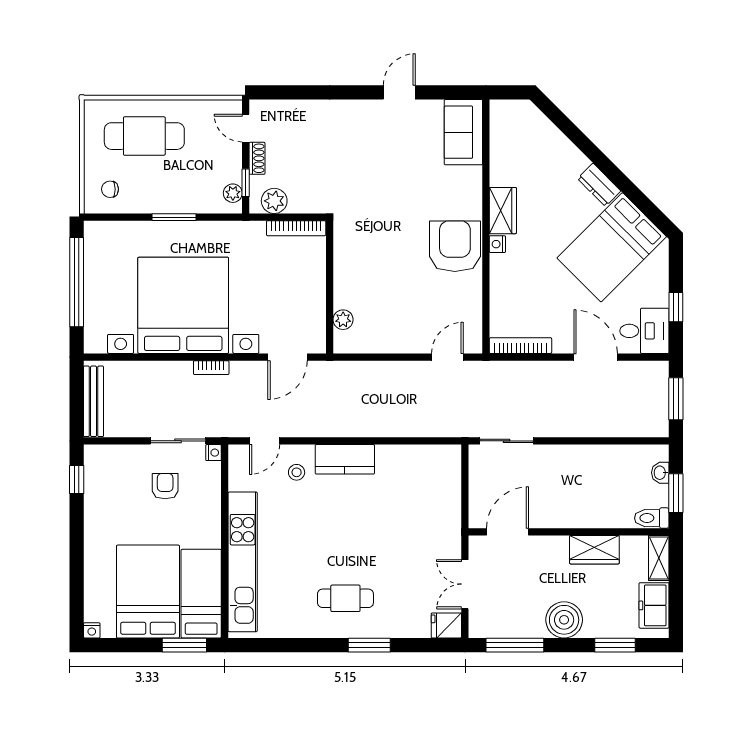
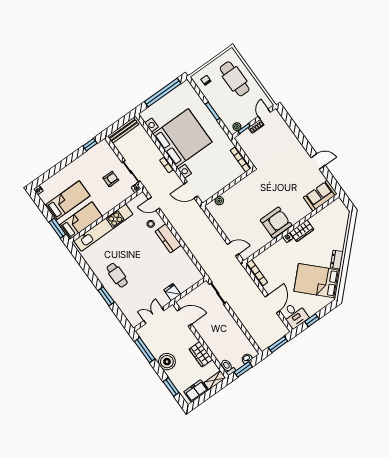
plant: (274, 201) -> (245, 144), removed
bed: (148, 592) -> (67, 201), width x0.67
fridge: (446, 625) -> (172, 292), moved

